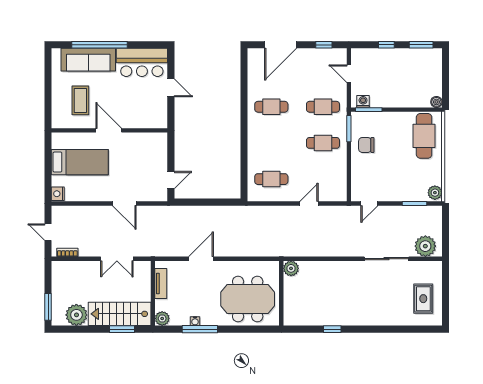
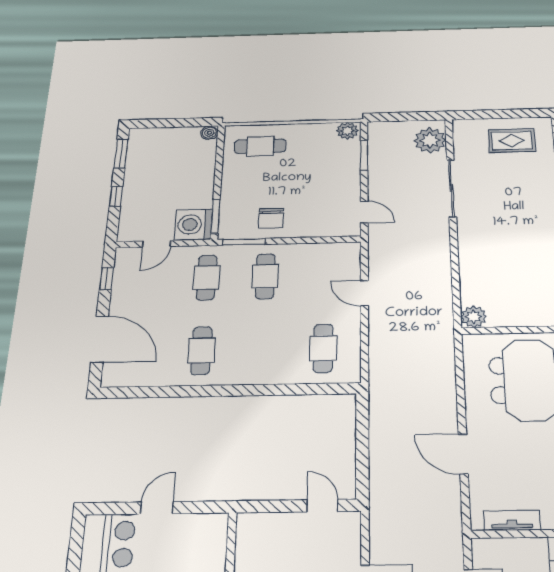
washing machine: (363, 102) -> (193, 224), width x1.89, depth x1.89
cafe table: (424, 136) -> (260, 146), width x0.73, depth x0.74

